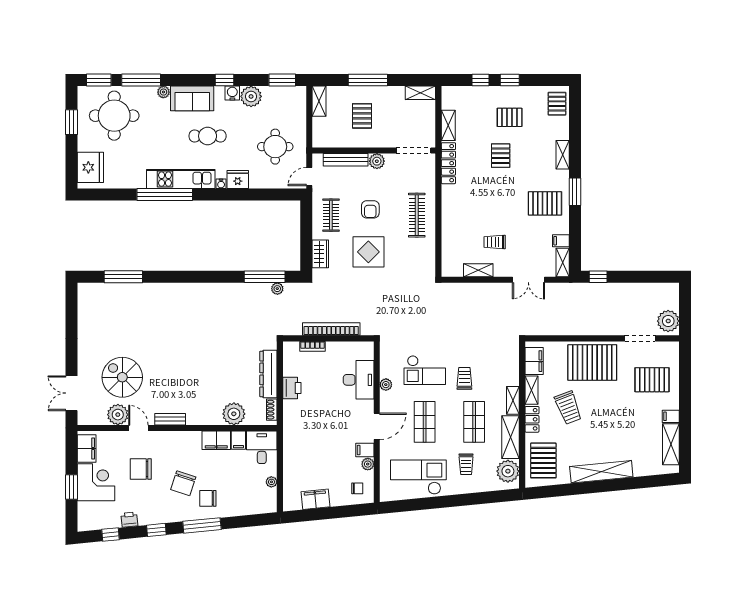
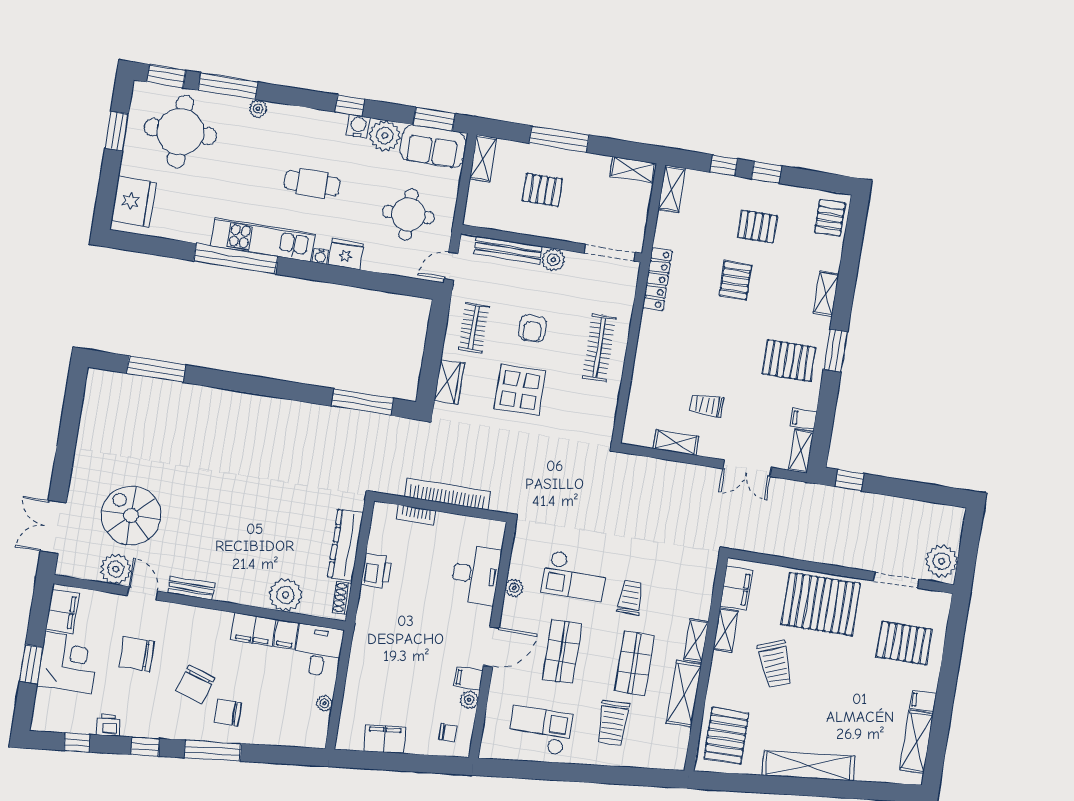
sofa: (192, 98) -> (433, 146), moved
pallet: (362, 116) -> (542, 190), turned 90
shelving: (448, 125) -> (672, 189), moved
plant: (277, 289) -> (378, 422), removed
locker: (532, 419) -> (720, 673), removed
trolley: (466, 464) -> (613, 723), width x1.36, depth x1.39
plant: (508, 471) -> (672, 743), removed
checkout: (418, 477) -> (540, 731), width x0.73, depth x0.83

